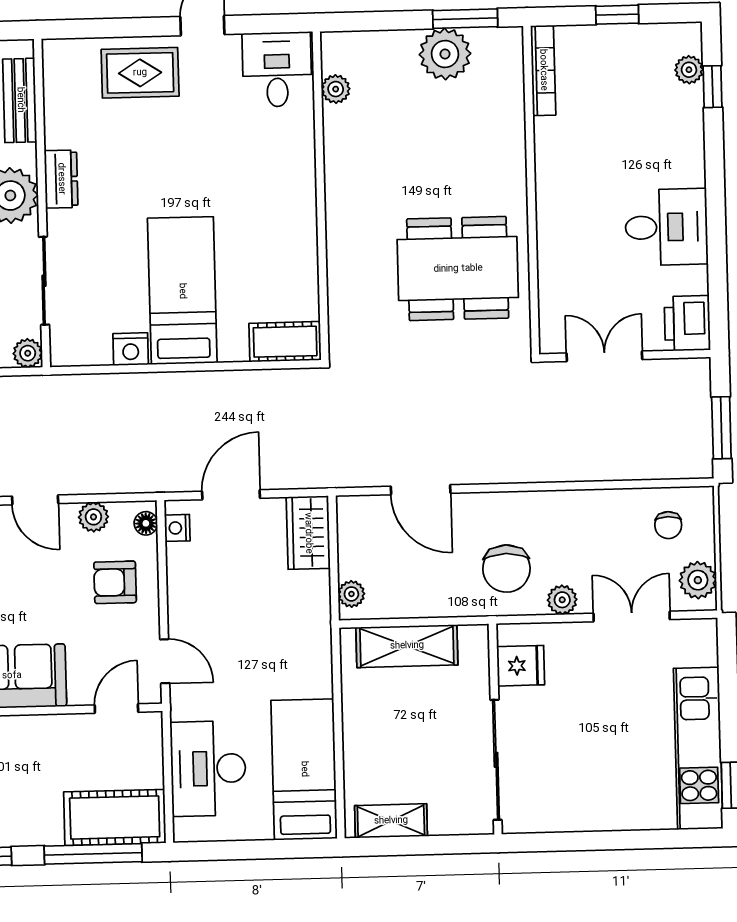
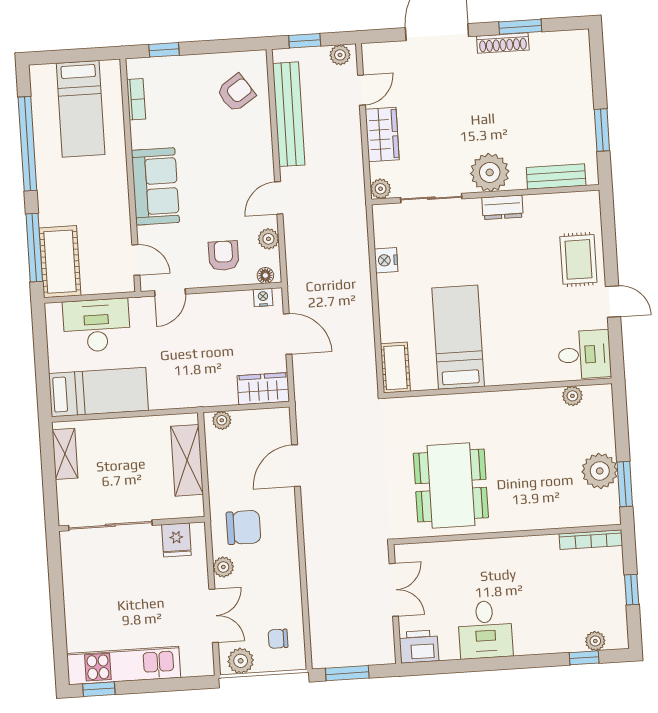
bed: (182, 291) -> (458, 337), moved, turned -90
chair: (506, 569) -> (244, 527), turned 180

